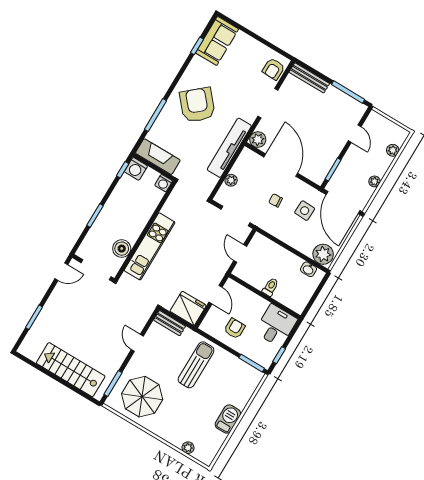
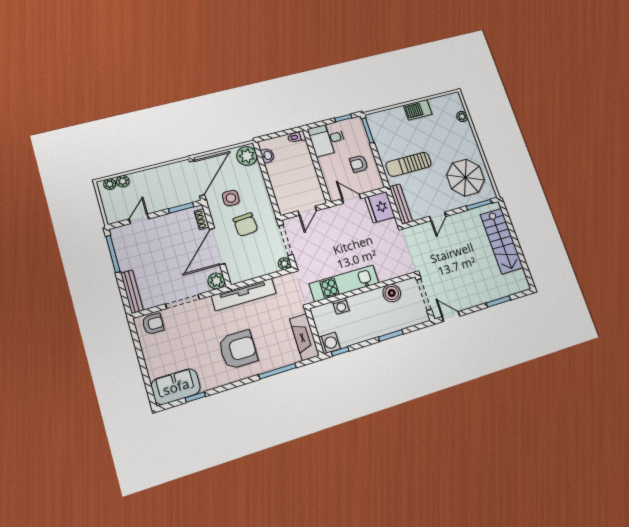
armchair: (197, 105) -> (238, 350), turned -139
shoe rack: (311, 175) -> (202, 219), added
plant: (231, 180) -> (284, 264), moved
plant: (375, 181) -> (110, 184), moved
washing machine: (164, 183) -> (341, 306), moved, turned 90
chair: (276, 200) -> (245, 225), width x1.87, depth x1.87
kitchen unit: (150, 246) -> (344, 283), moved
toilet: (270, 287) -> (297, 137), moved
door: (215, 295) -> (351, 199), hinge flipped
bench: (170, 323) -> (401, 204), width x1.36

